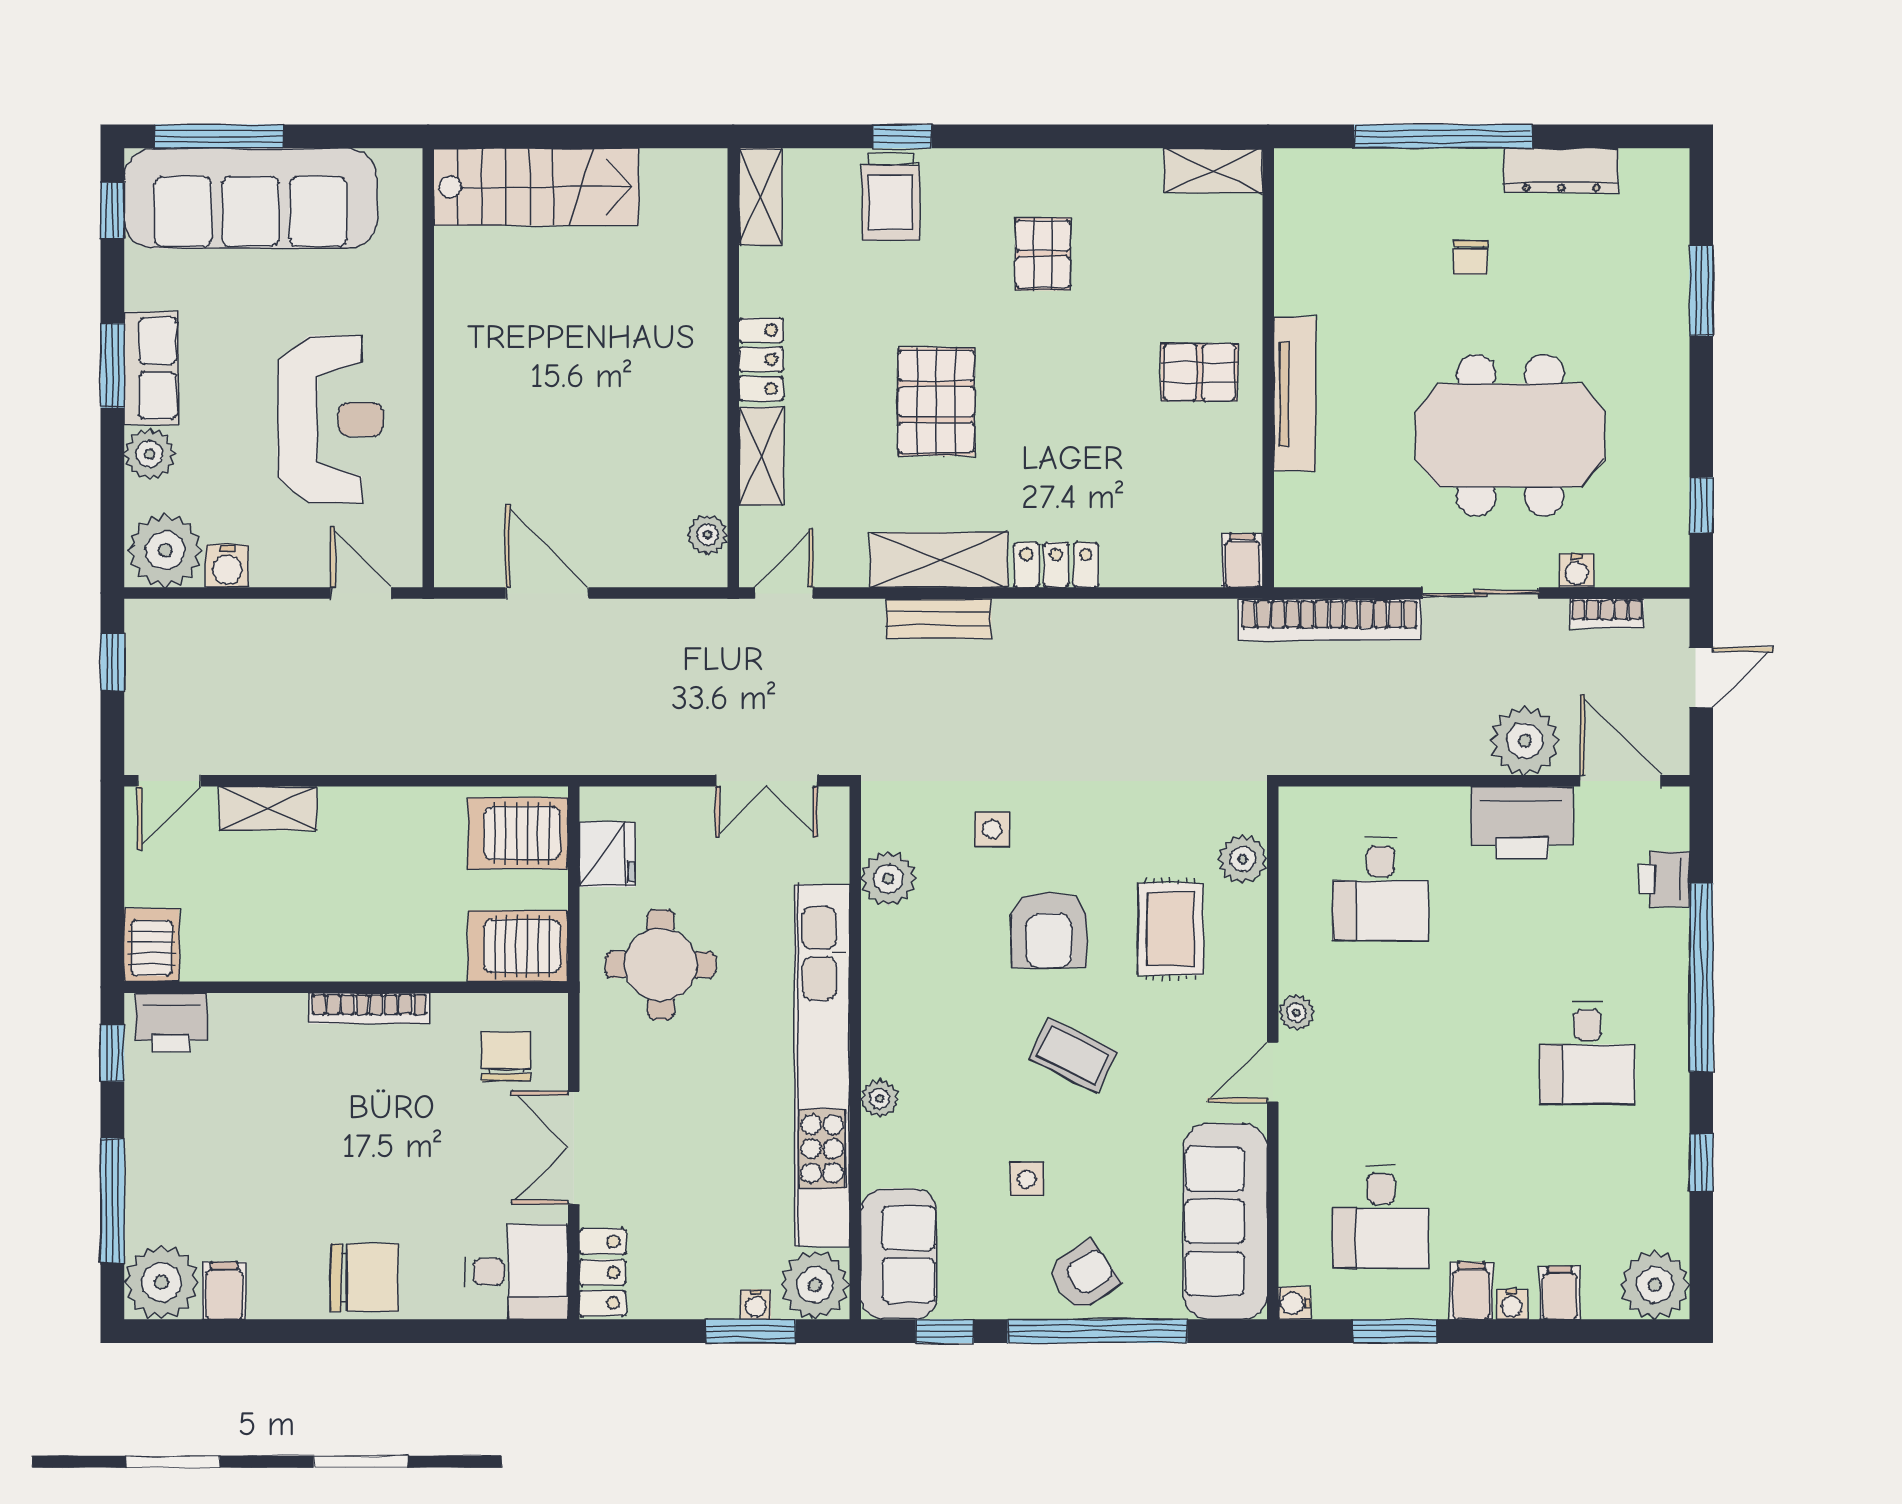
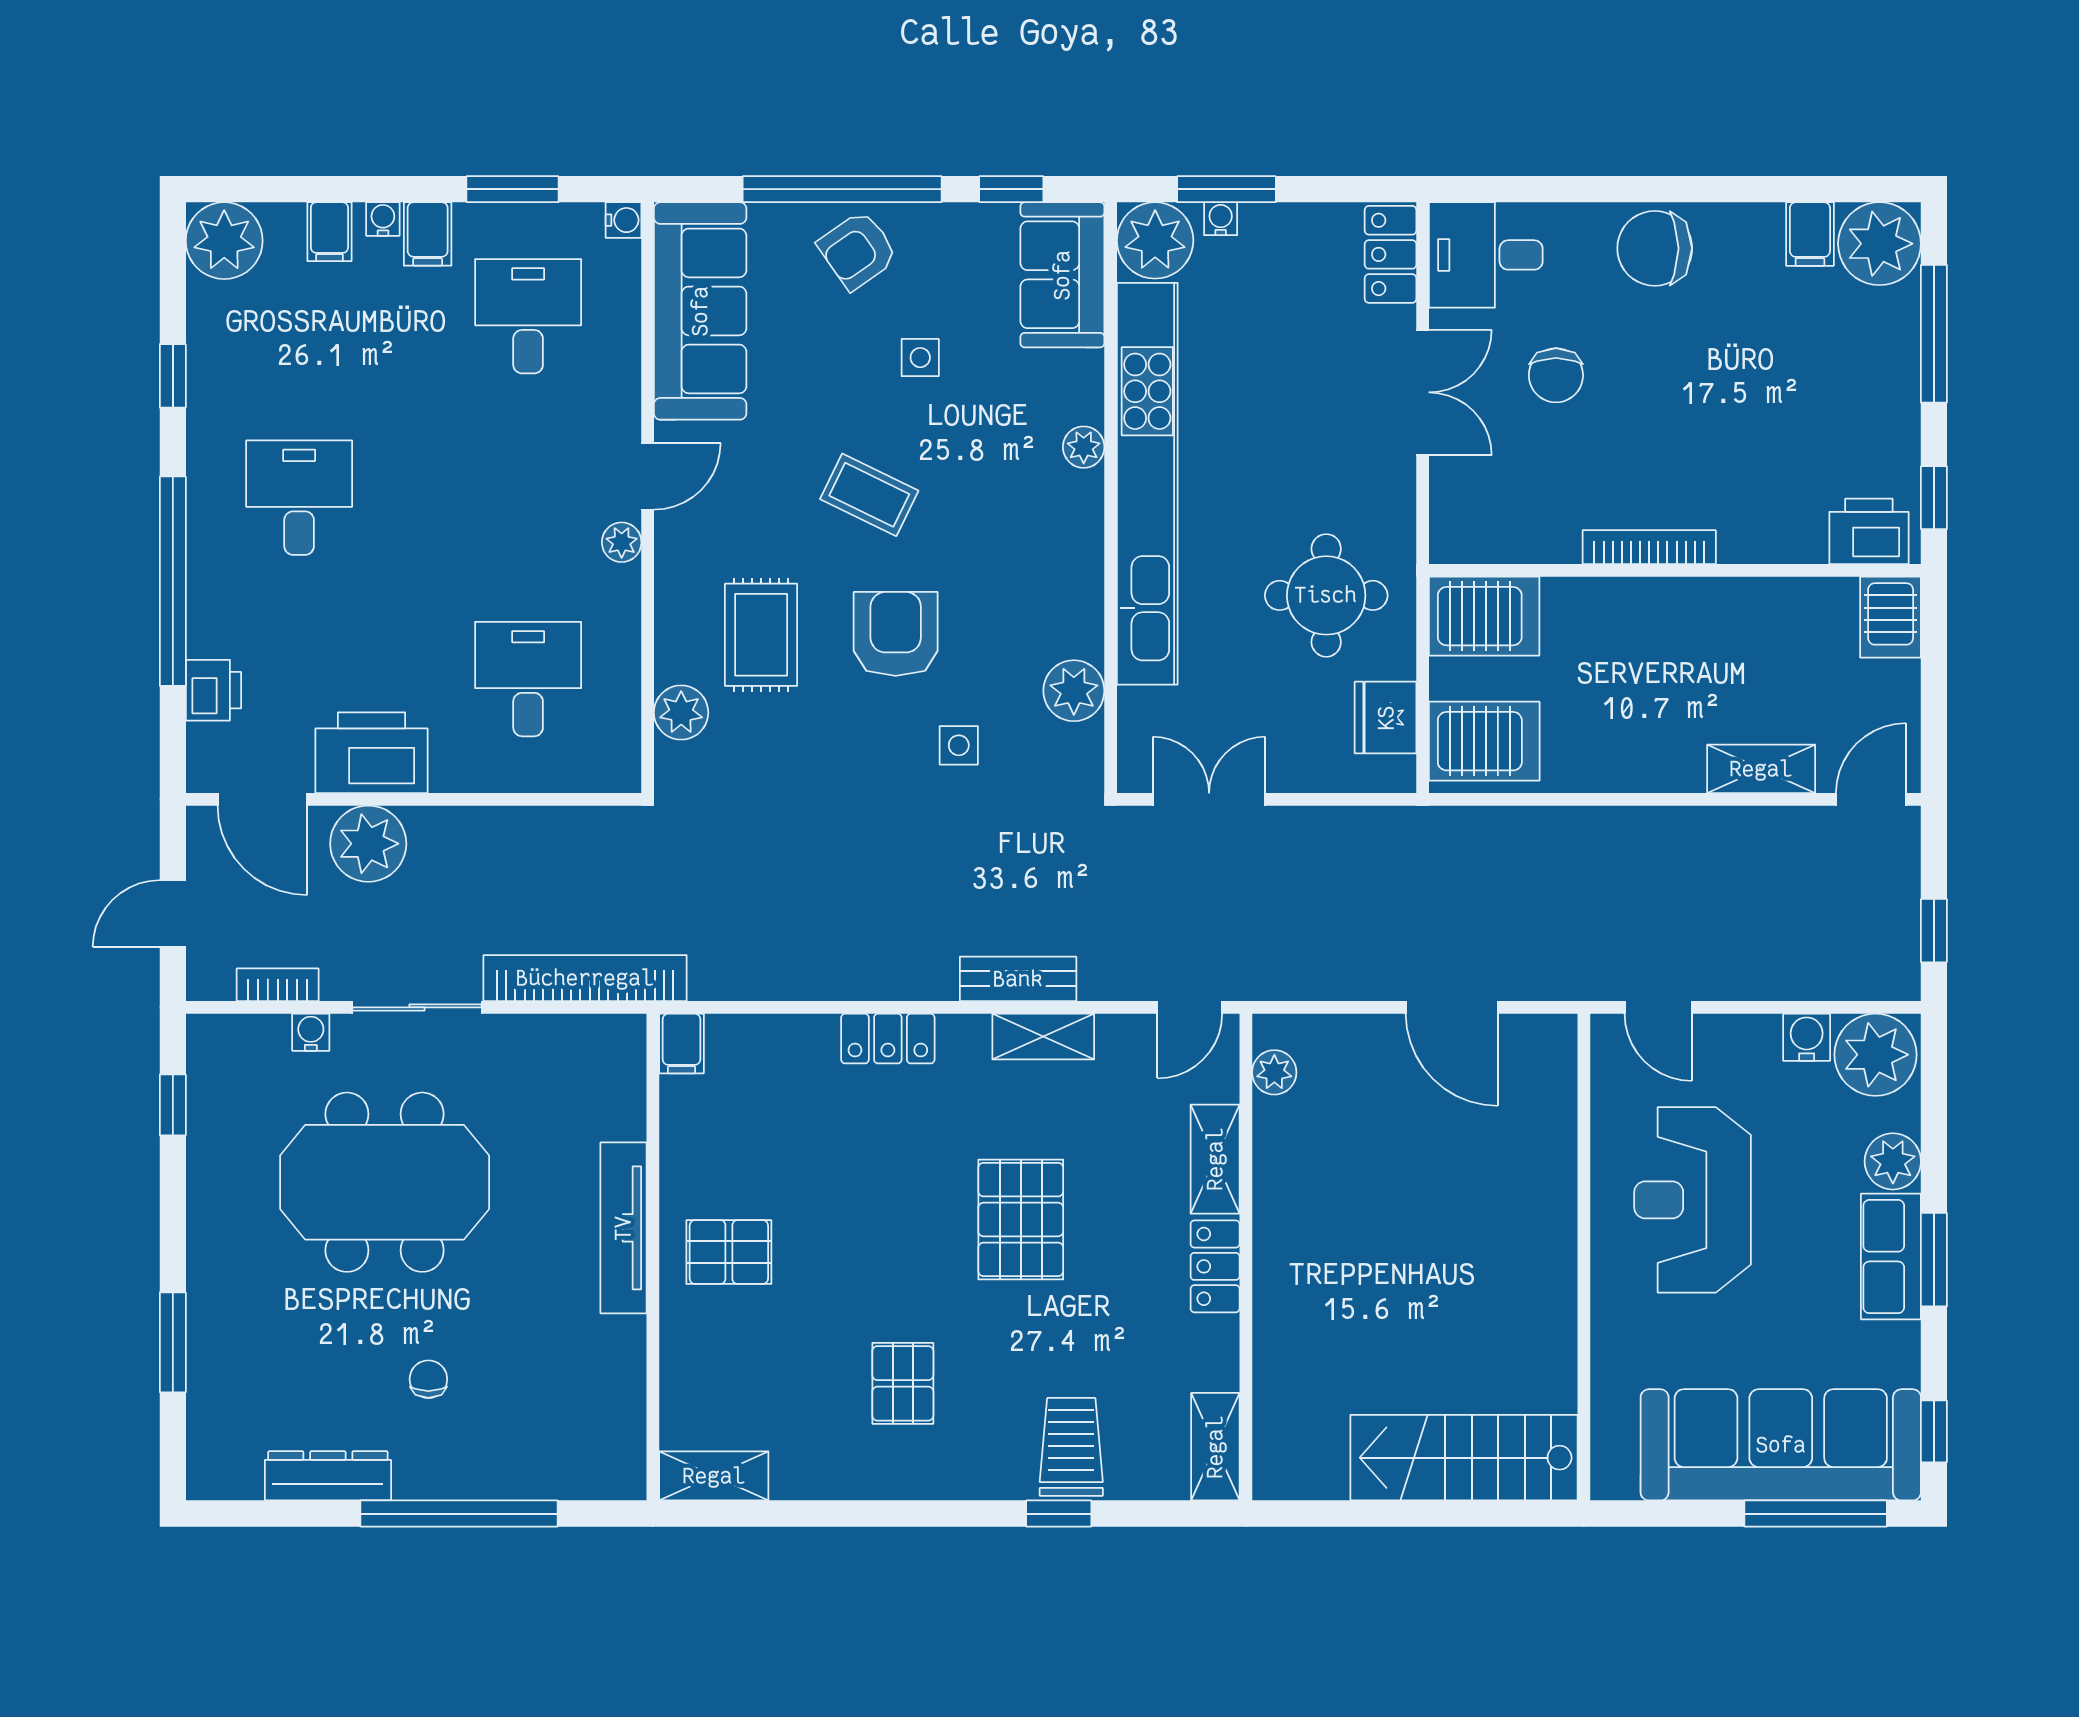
shelving: (939, 560) -> (1043, 1037), width x0.67, depth x0.75
chair: (506, 1057) -> (1556, 375), moved

